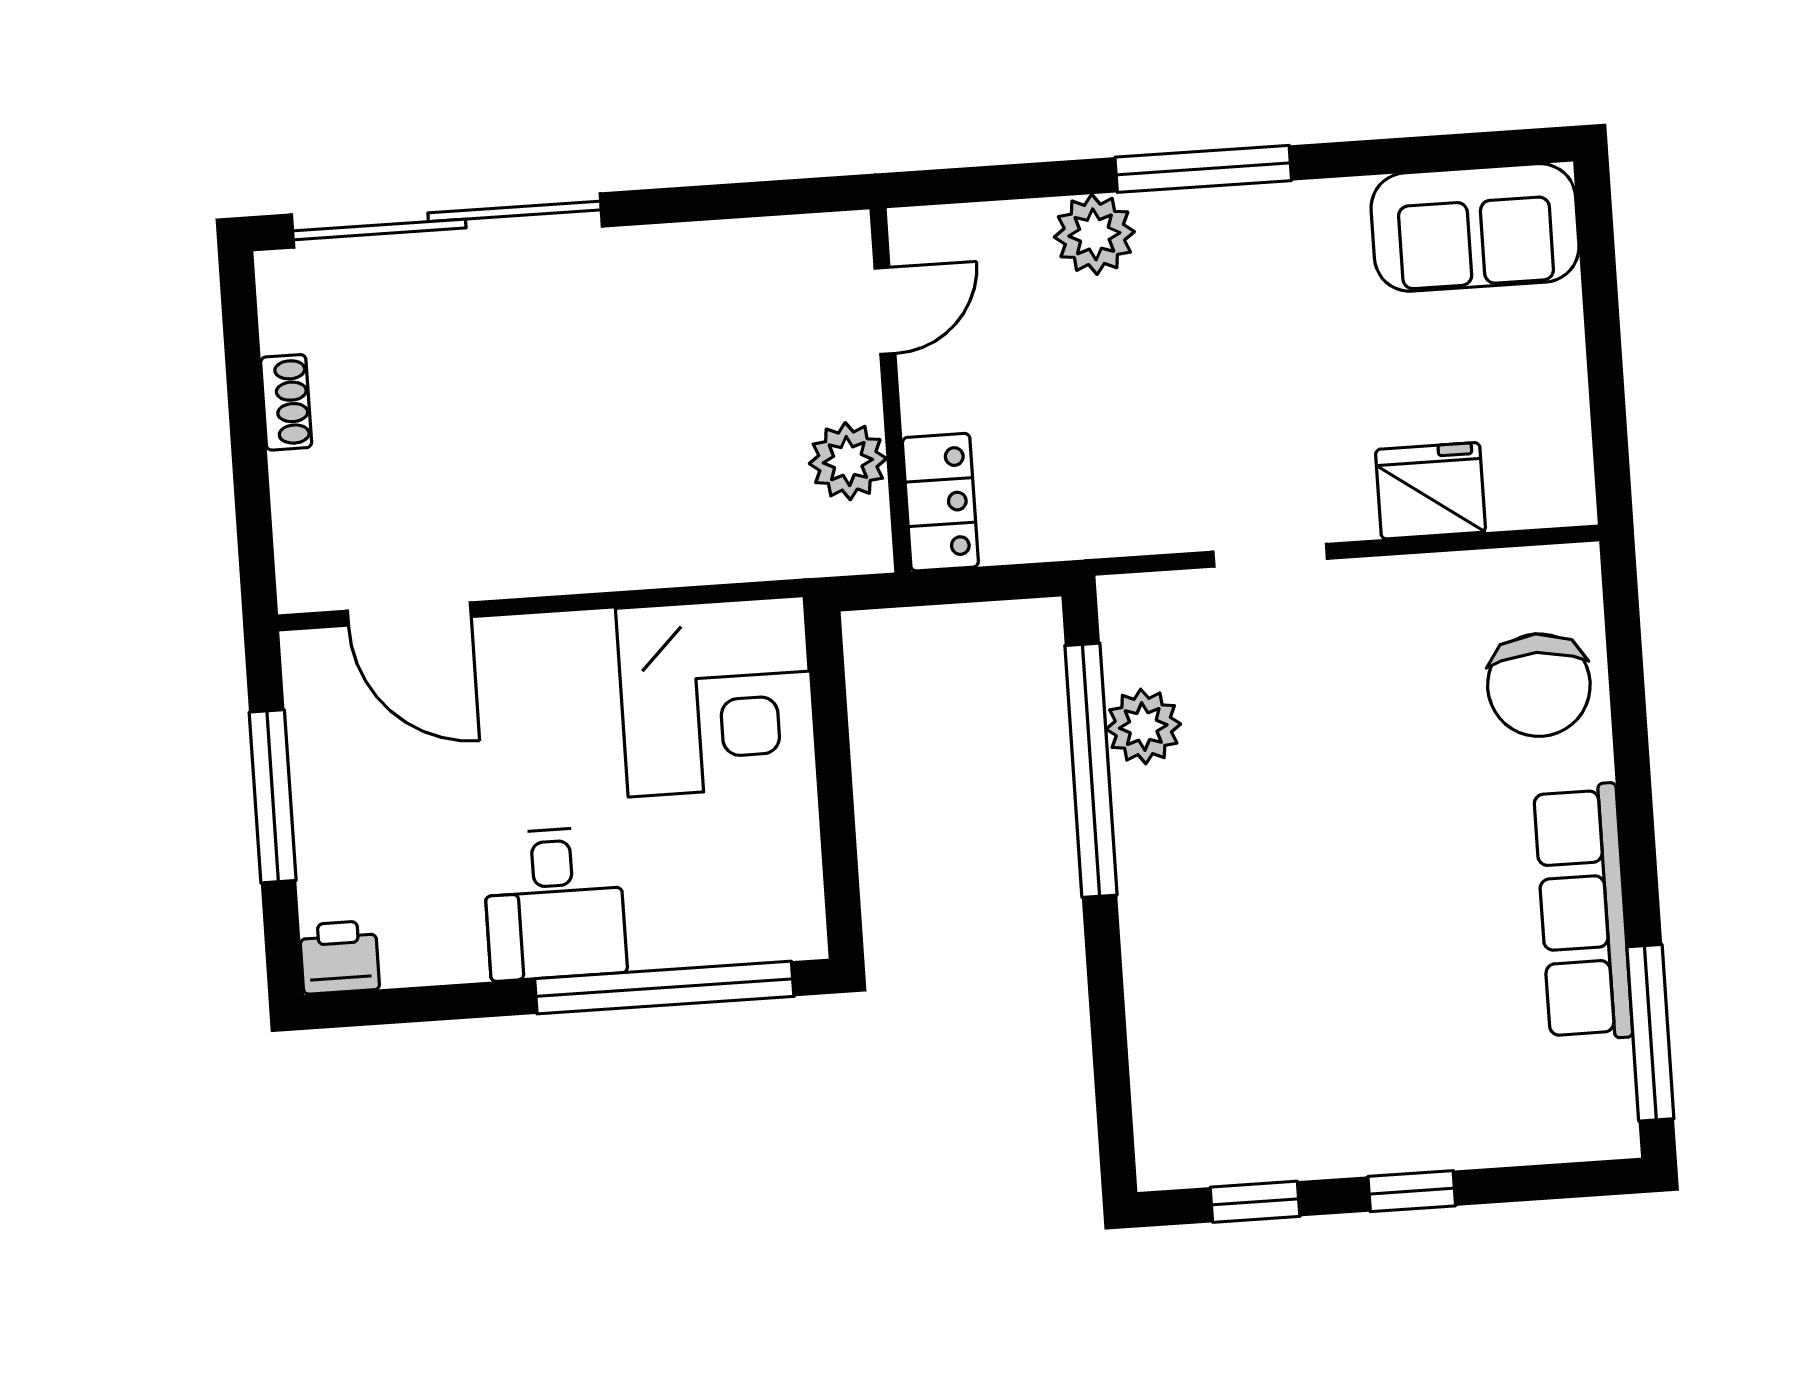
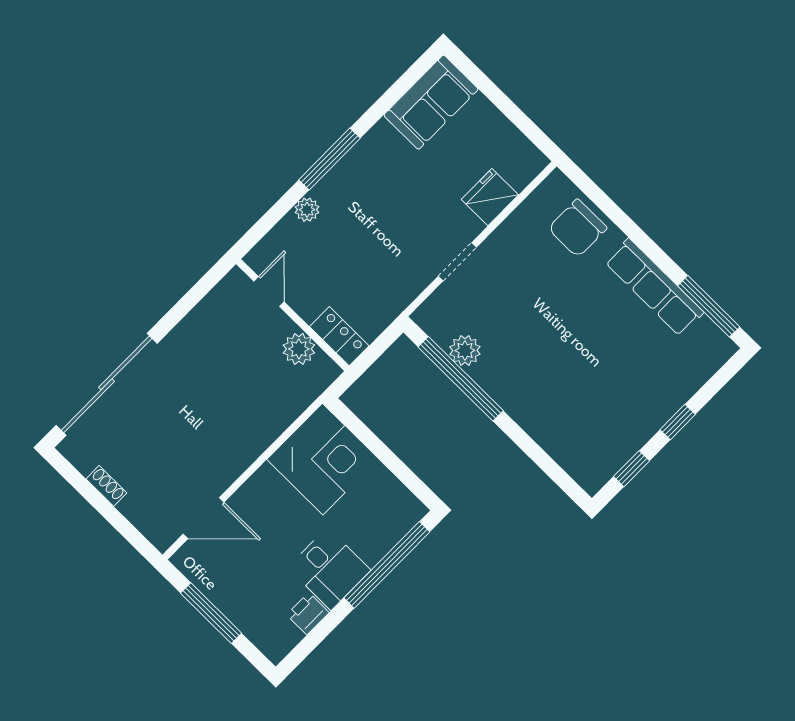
plant: (1094, 234) -> (307, 210), width x0.73, depth x0.73
chair: (1539, 685) -> (578, 228), turned 90
printer: (339, 957) -> (308, 614), moved

